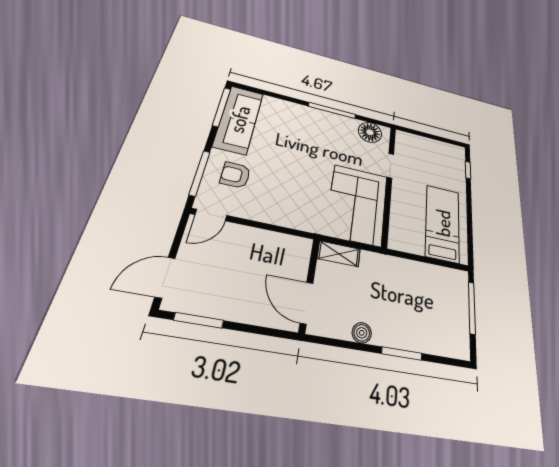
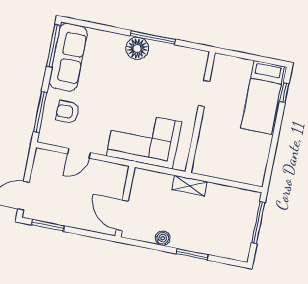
floor lamp: (370, 132) -> (137, 48), moved
corner sofa: (357, 205) -> (144, 139), moved, turned 90
door: (211, 215) -> (79, 153), moved
bed: (443, 223) -> (263, 97), moved, turned 180
shelving: (339, 254) -> (190, 186), moved

